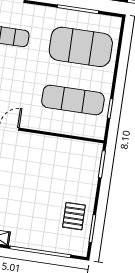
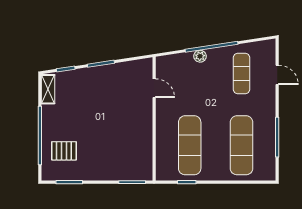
exercise mat: (81, 47) -> (242, 145), width x0.68
pallet: (74, 216) -> (64, 151), moved

